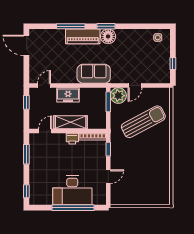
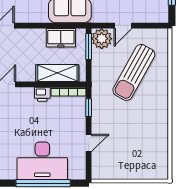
freezer: (68, 95) -> (61, 38), moved
shelving: (71, 122) -> (57, 73), moved
sun lounger: (143, 122) -> (134, 72), turned 147

